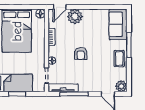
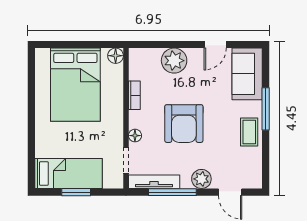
door: (60, 7) -> (215, 44), moved
armchair: (81, 54) -> (184, 124), width x1.88, depth x1.88
plant: (121, 86) -> (201, 179), moved

